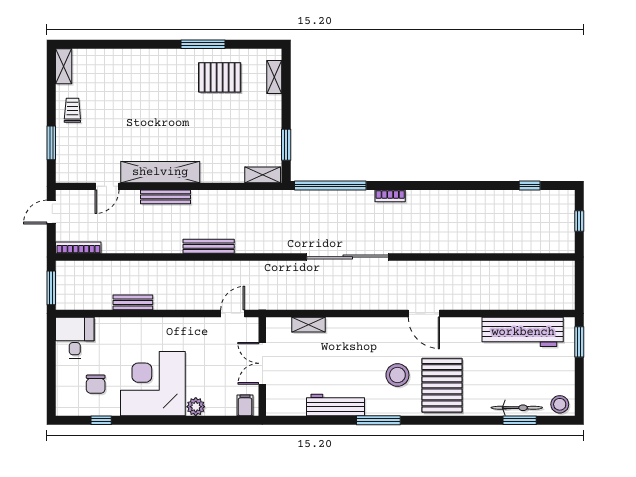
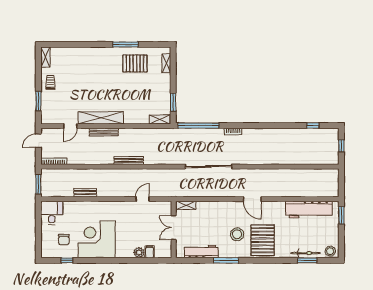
double door: (262, 363) -> (174, 228), moved
wall: (262, 366) -> (174, 229), moved
plant: (196, 407) -> (139, 252), moved

